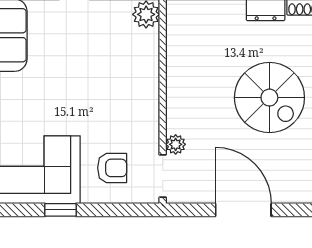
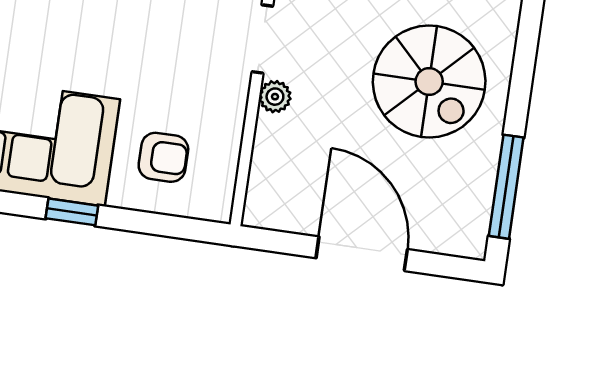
plant: (176, 144) -> (275, 97), moved
doorway: (163, 176) -> (262, 39), moved

